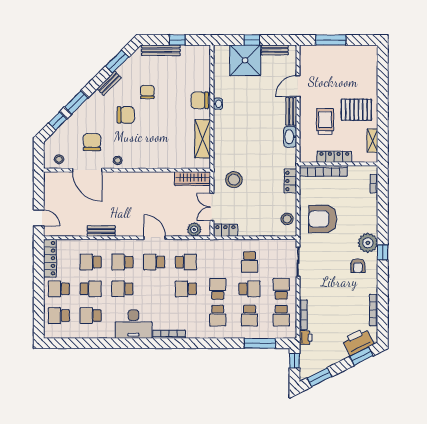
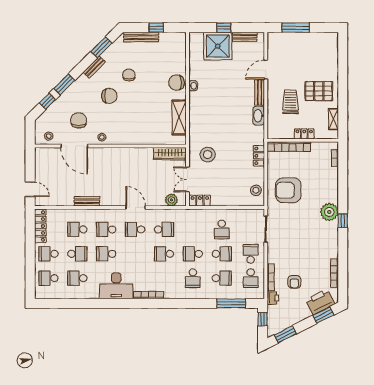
locker: (334, 157) -> (304, 134), width x0.66
armchair: (358, 266) -> (294, 282), moved
school desk: (218, 289) -> (193, 254), turned -90
school desk: (249, 316) -> (222, 278), turned -90

